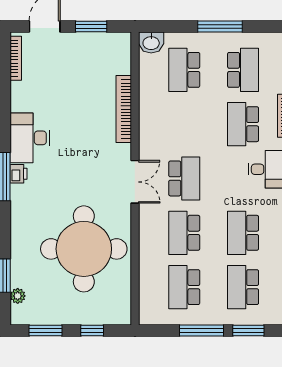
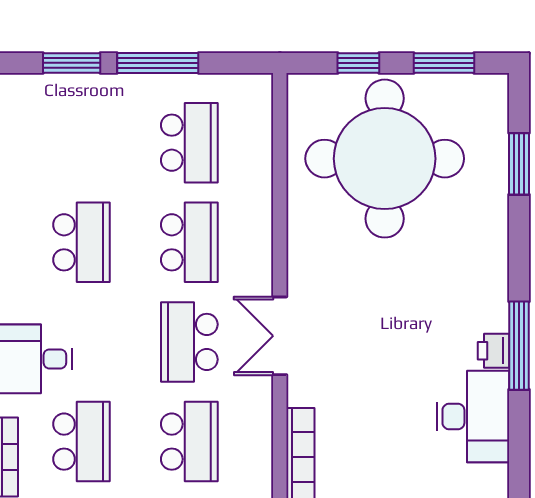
round table: (84, 249) -> (385, 159), moved
school desk: (243, 287) -> (189, 442), moved
plant: (18, 296) -> (495, 127), removed

